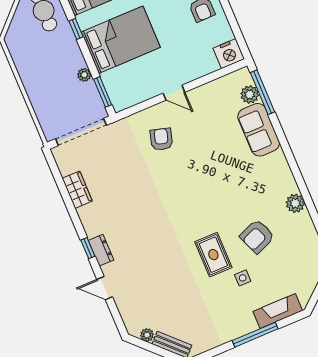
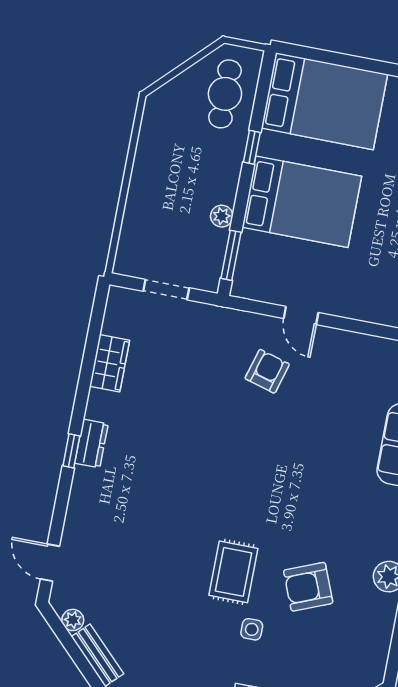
door: (174, 93) -> (301, 316), moved
doorway: (81, 132) -> (166, 290), width x0.53
dresser: (101, 250) -> (91, 443), moved
door: (105, 288) -> (50, 563), moved

